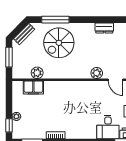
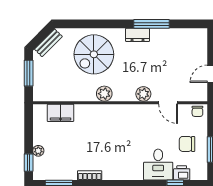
window: (55, 20) -> (151, 24), moved
dresser: (104, 28) -> (138, 35), moved
plant: (37, 73) -> (104, 94), moved

